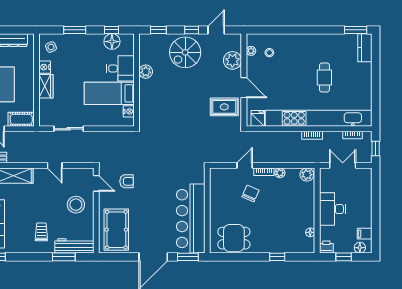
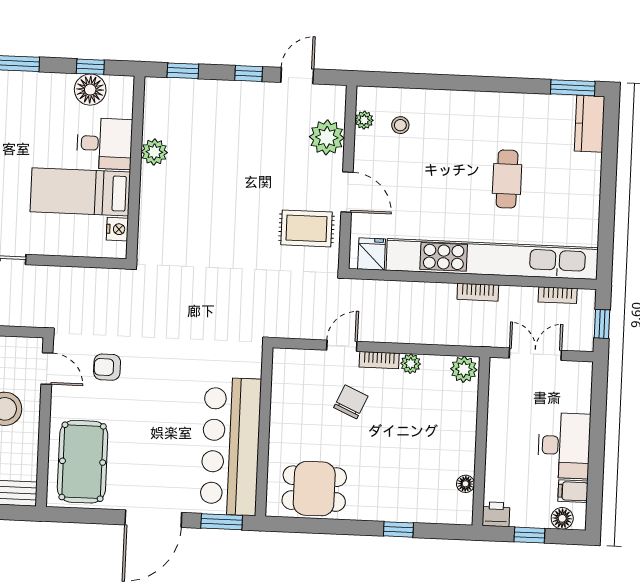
spiral stairs: (185, 52) -> (234, 117), removed
armchair: (127, 181) -> (107, 367), turned 180
desk: (332, 209) -> (564, 446), moved, turned 180

